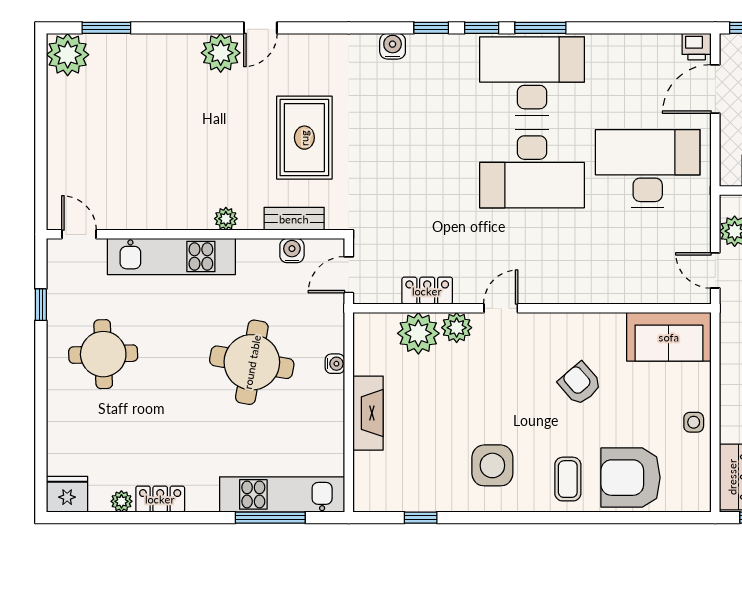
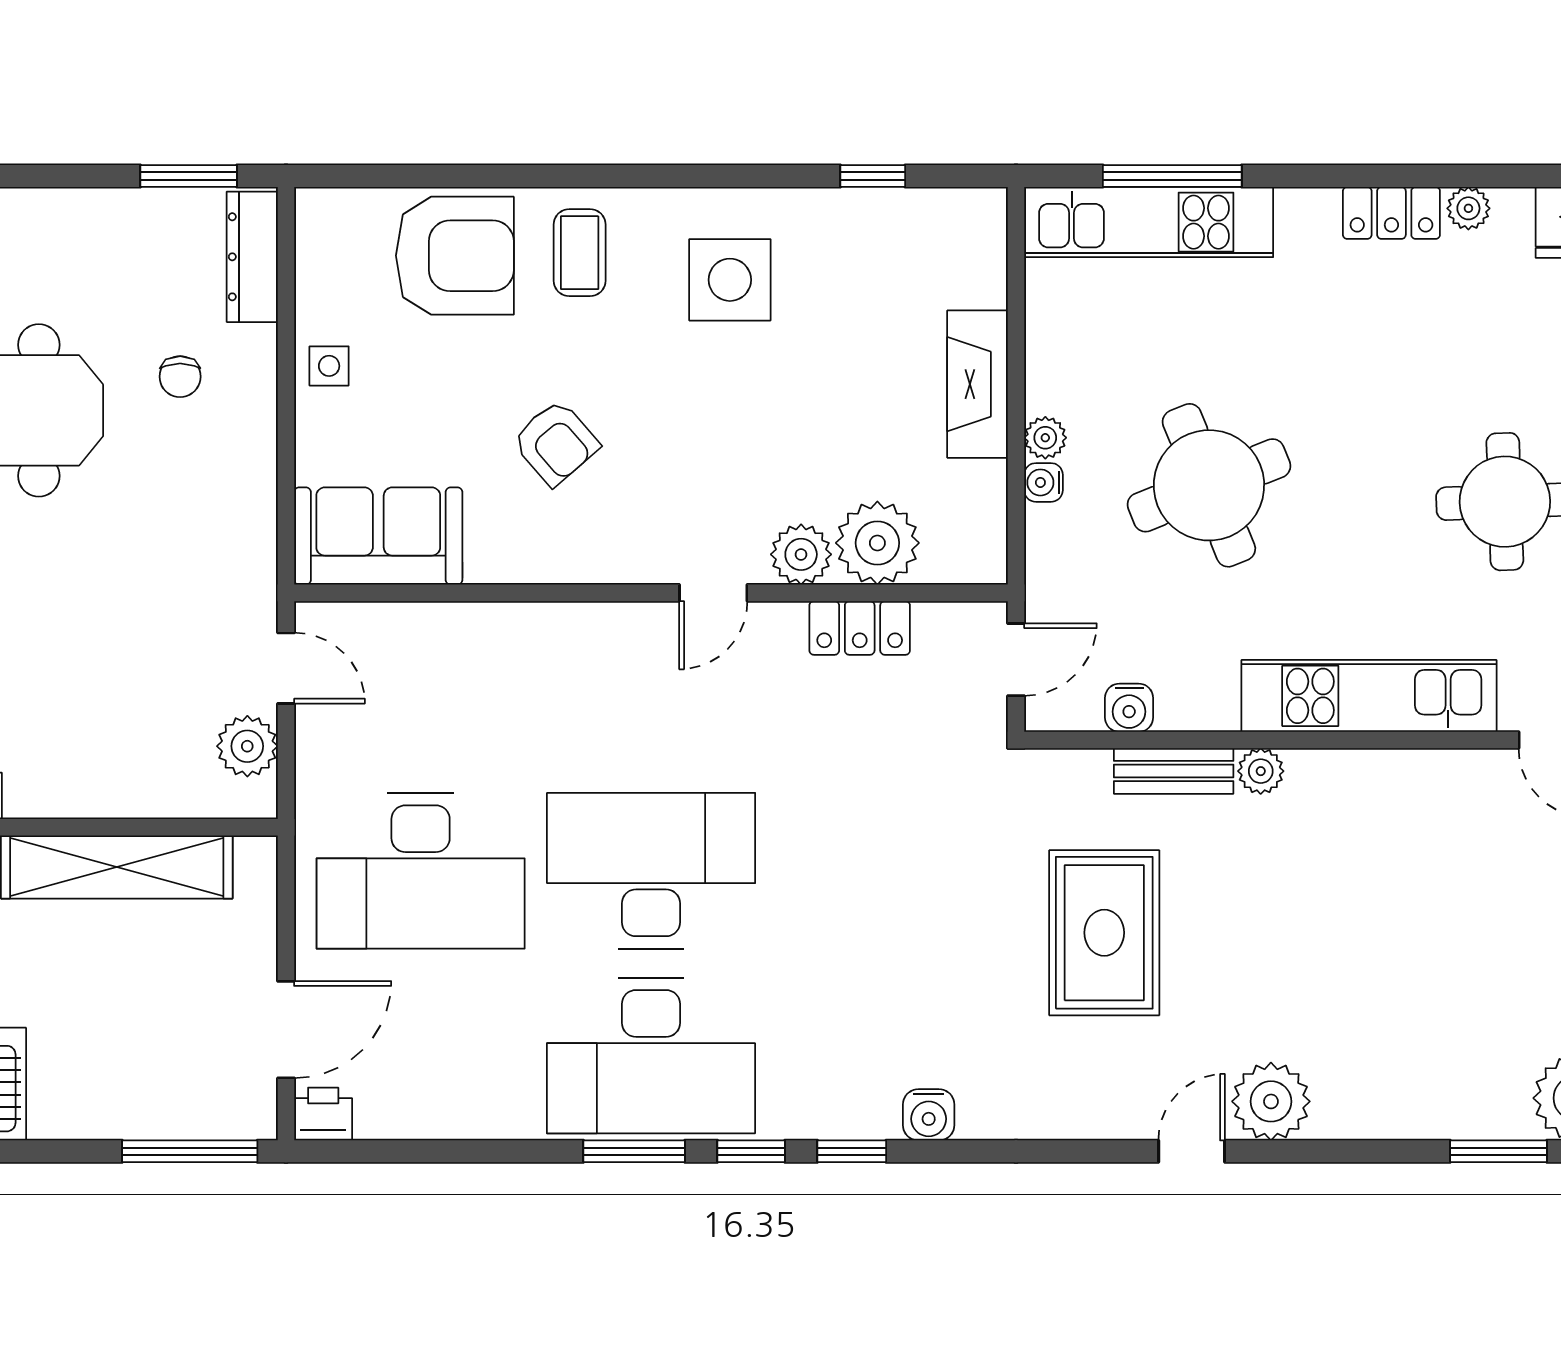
bench: (294, 219) -> (1174, 771), moved
round table: (252, 362) -> (1209, 485), turned -32
plant: (334, 386) -> (1045, 438), added

